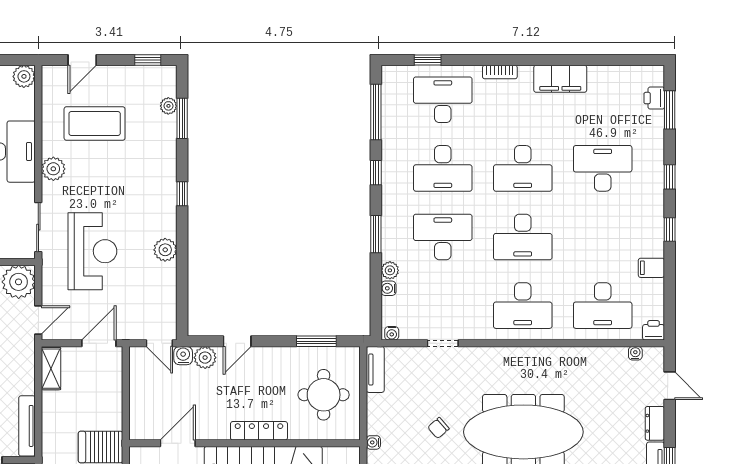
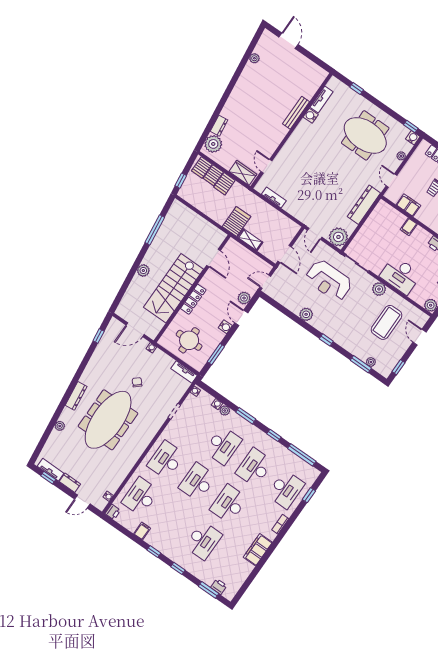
water cooler: (183, 356) -> (225, 327), moved
shelving: (51, 369) -> (250, 240), moved
tv unit: (27, 426) -> (274, 197), width x0.71

